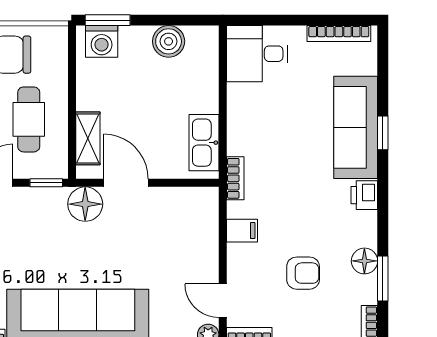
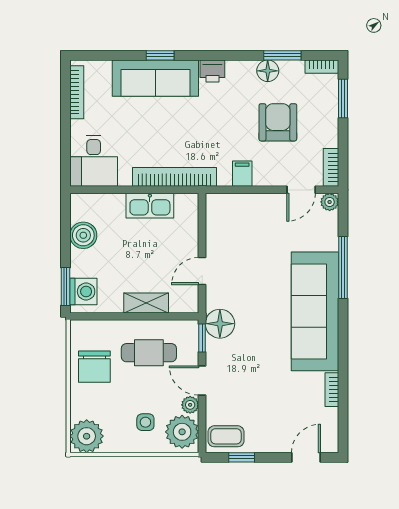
shelving: (88, 138) -> (146, 303), moved
kitchen sink: (204, 143) -> (150, 206), moved
bookcase: (235, 178) -> (175, 177), width x2.31, depth x1.31
door: (126, 183) -> (202, 271), width x0.73
floor lamp: (85, 204) -> (220, 324), moved
armchair: (303, 273) -> (278, 122), width x1.38, depth x1.38

